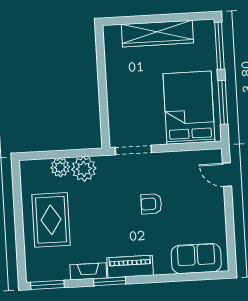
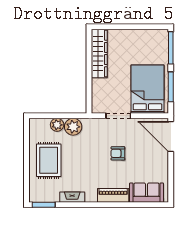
wardrobe: (157, 34) -> (99, 54), moved, turned -90
doorway: (133, 150) -> (118, 116), moved
door: (227, 175) -> (171, 136), width x1.87
piano: (130, 267) -> (113, 195), moved
window: (110, 281) -> (86, 205), removed

